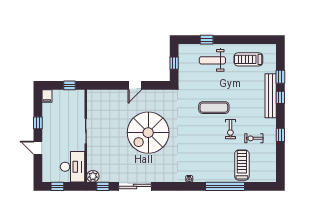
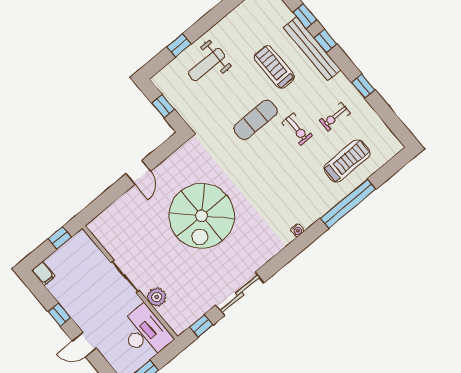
treadmill: (248, 59) -> (274, 67), moved, turned 90
treadmill: (242, 165) -> (347, 161), turned 90
plant: (93, 176) -> (157, 297), moved

